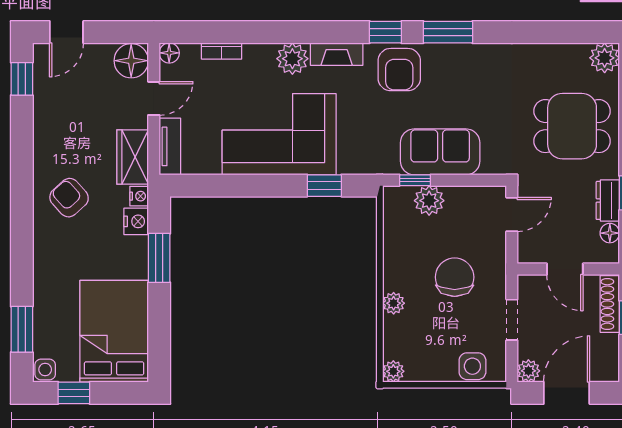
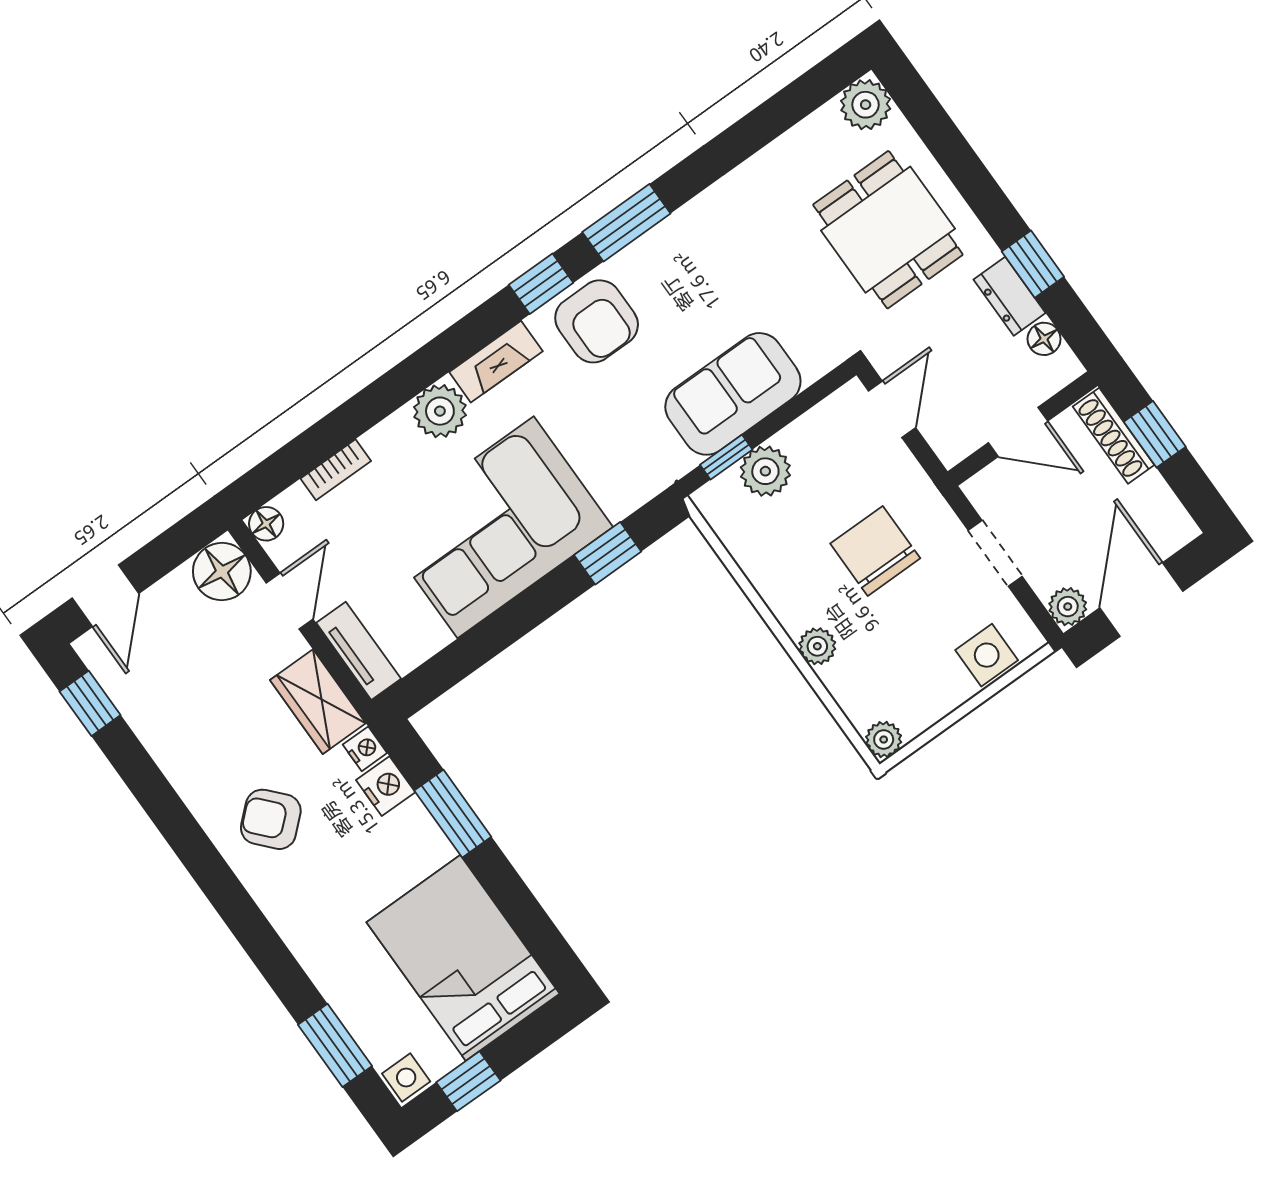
dining table: (572, 126) -> (888, 230), turned 90

